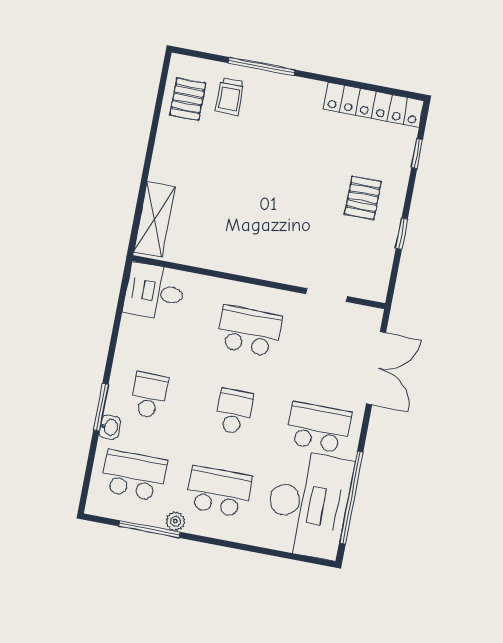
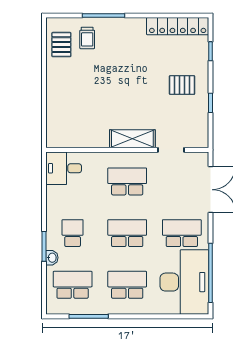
pallet: (363, 198) -> (182, 85), turned 90
shelving: (154, 219) -> (132, 139), moved, turned 90
school desk: (234, 411) -> (127, 233), width x1.85
plant: (176, 521) -> (104, 308), removed

